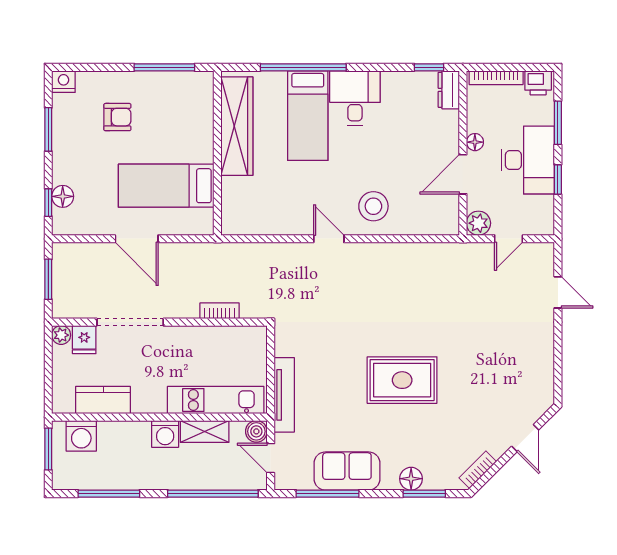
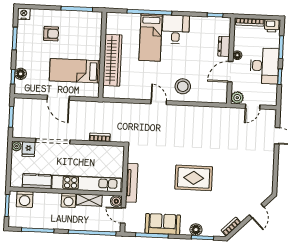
dresser: (449, 90) -> (224, 46), moved
wardrobe: (237, 126) -> (112, 60), moved
kitchen unit: (216, 400) -> (87, 183), width x1.36

